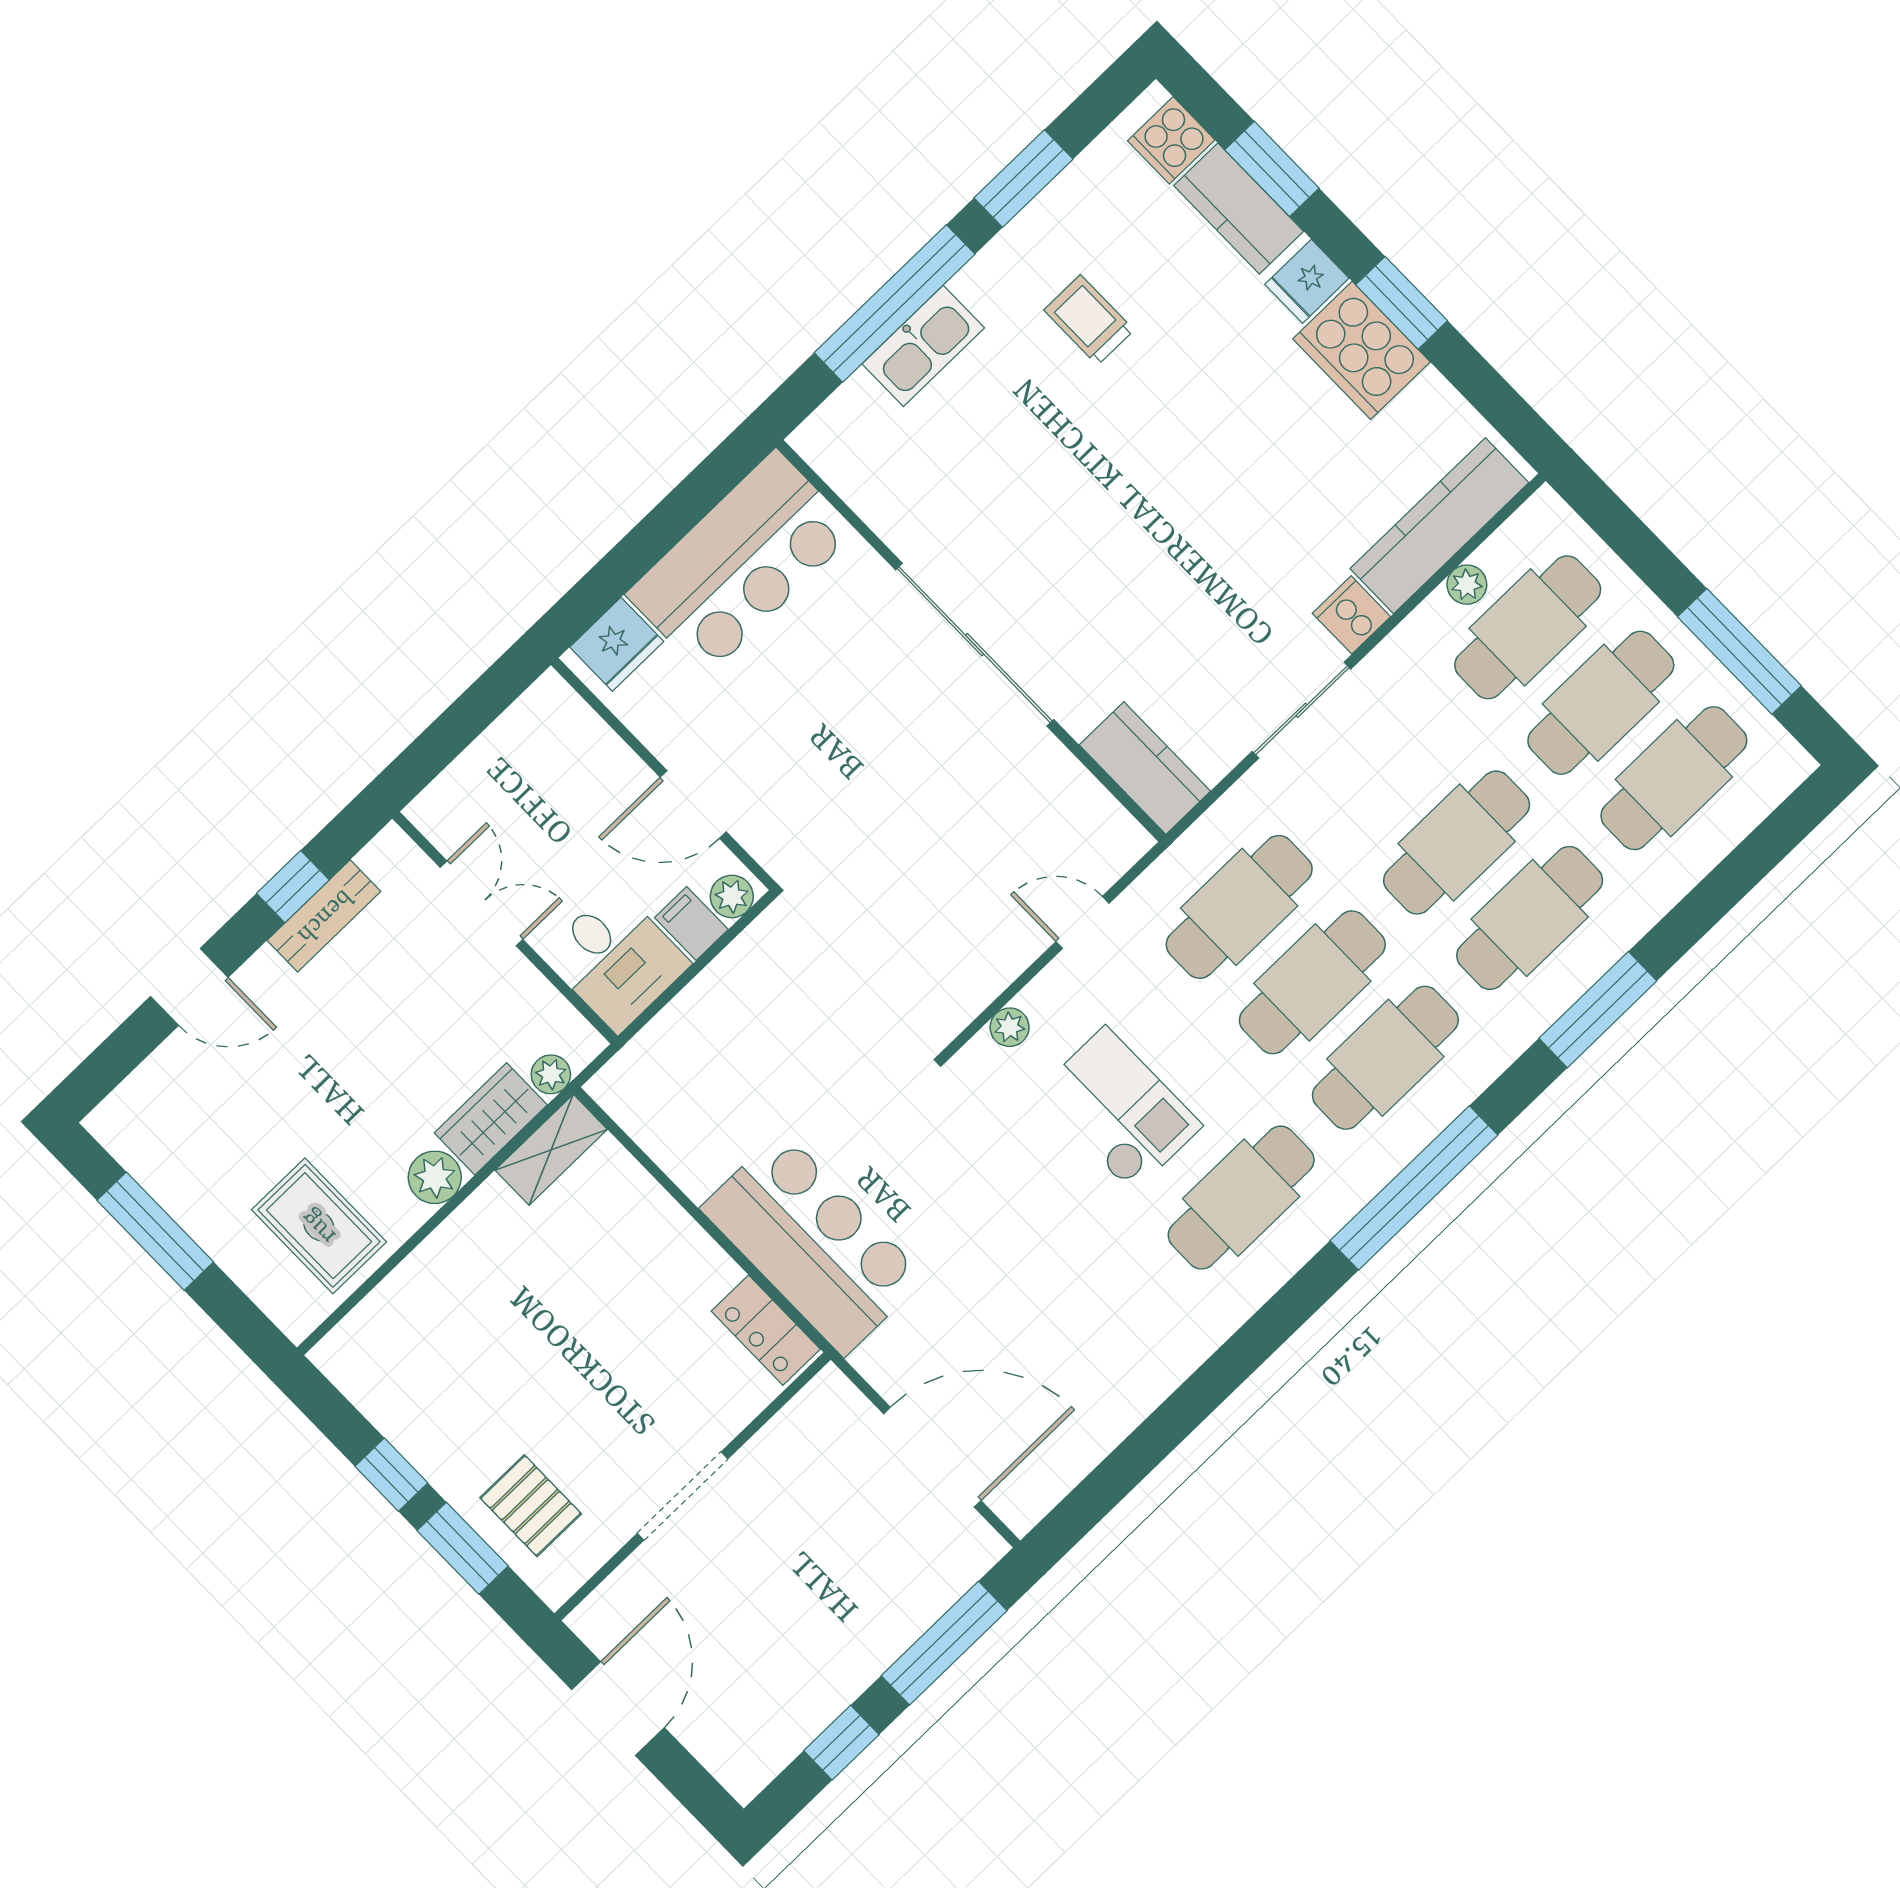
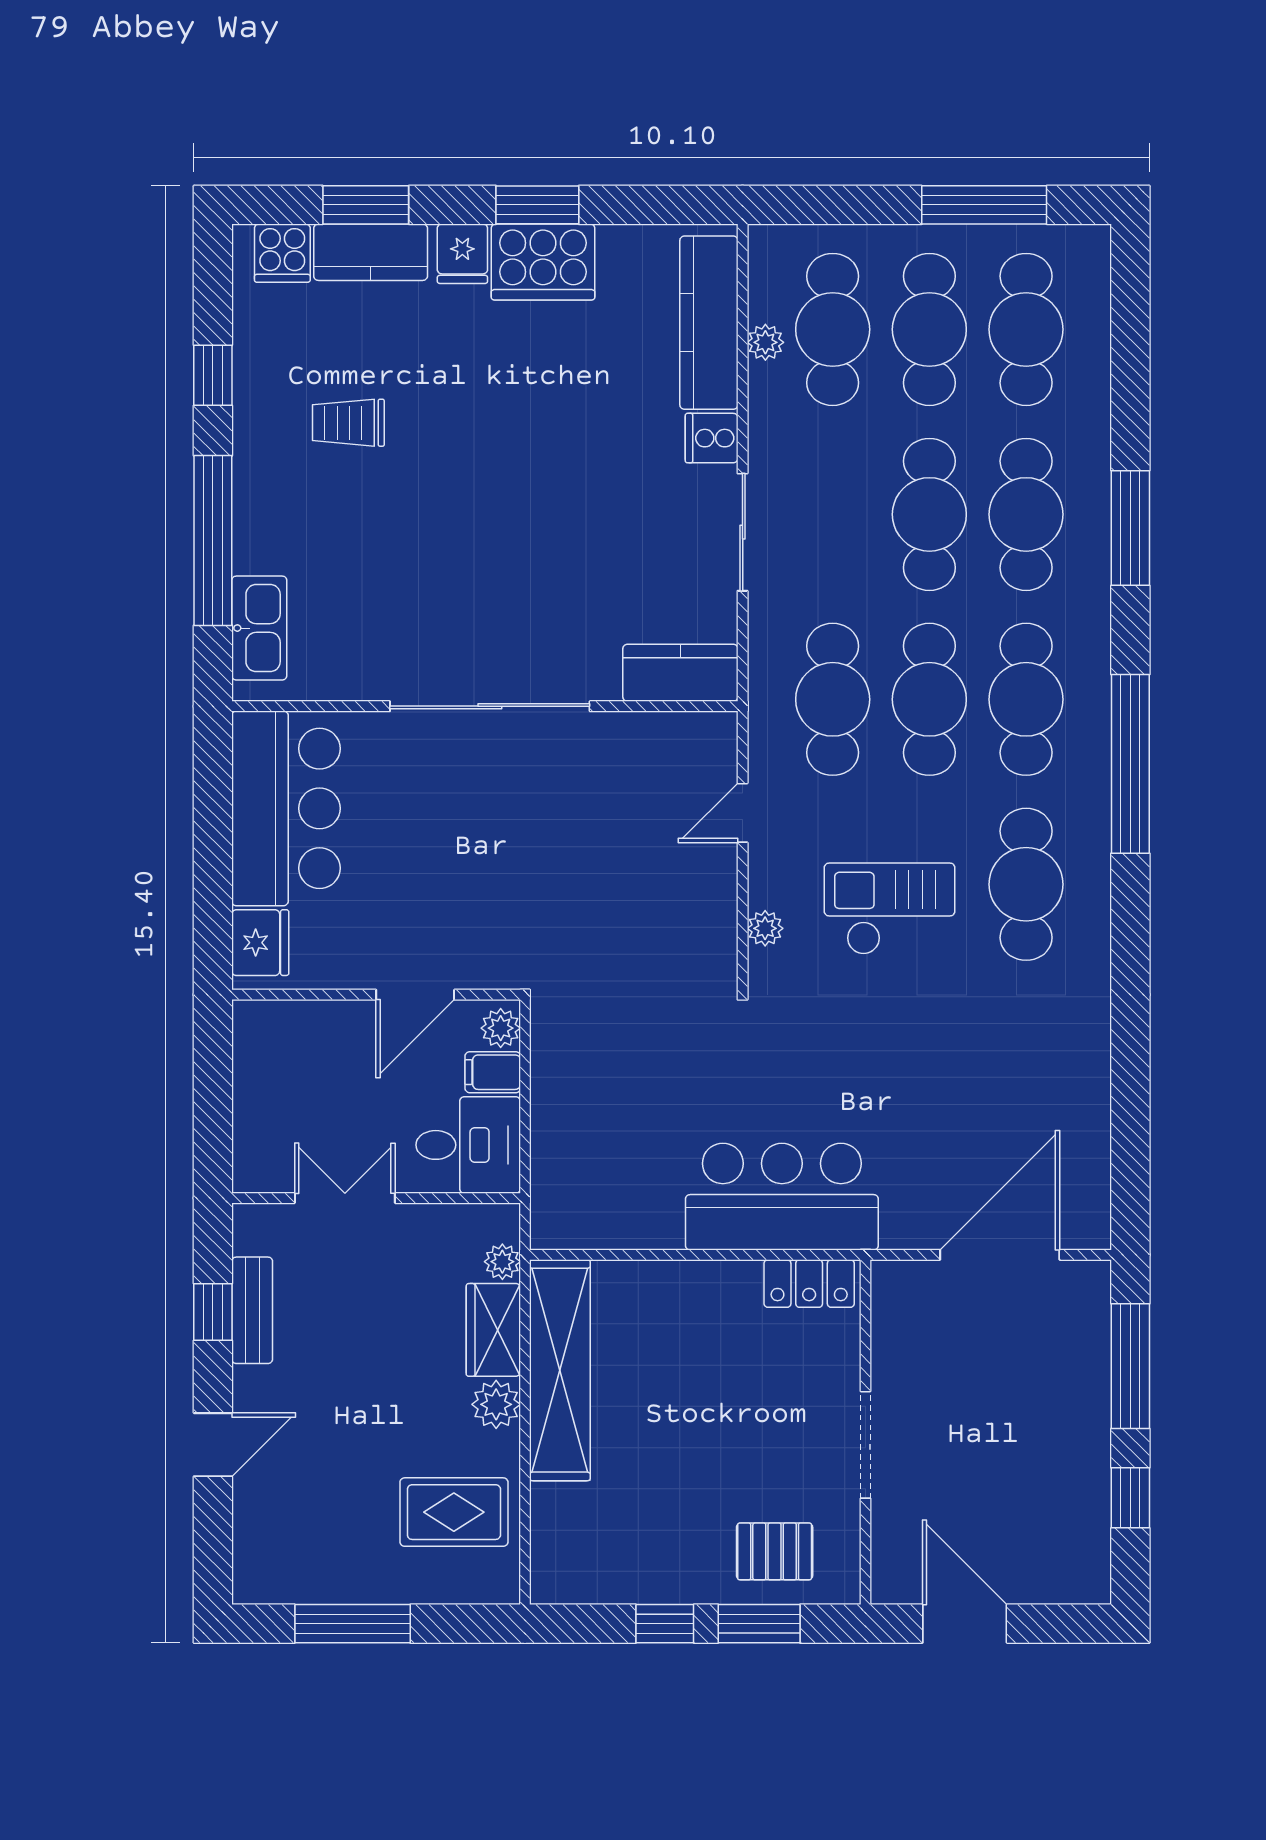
window: (1023, 178) -> (213, 375), width x0.67
kitchen sink: (923, 346) -> (259, 628), moved
shelving: (551, 1150) -> (560, 1370), width x2.20, depth x1.33

